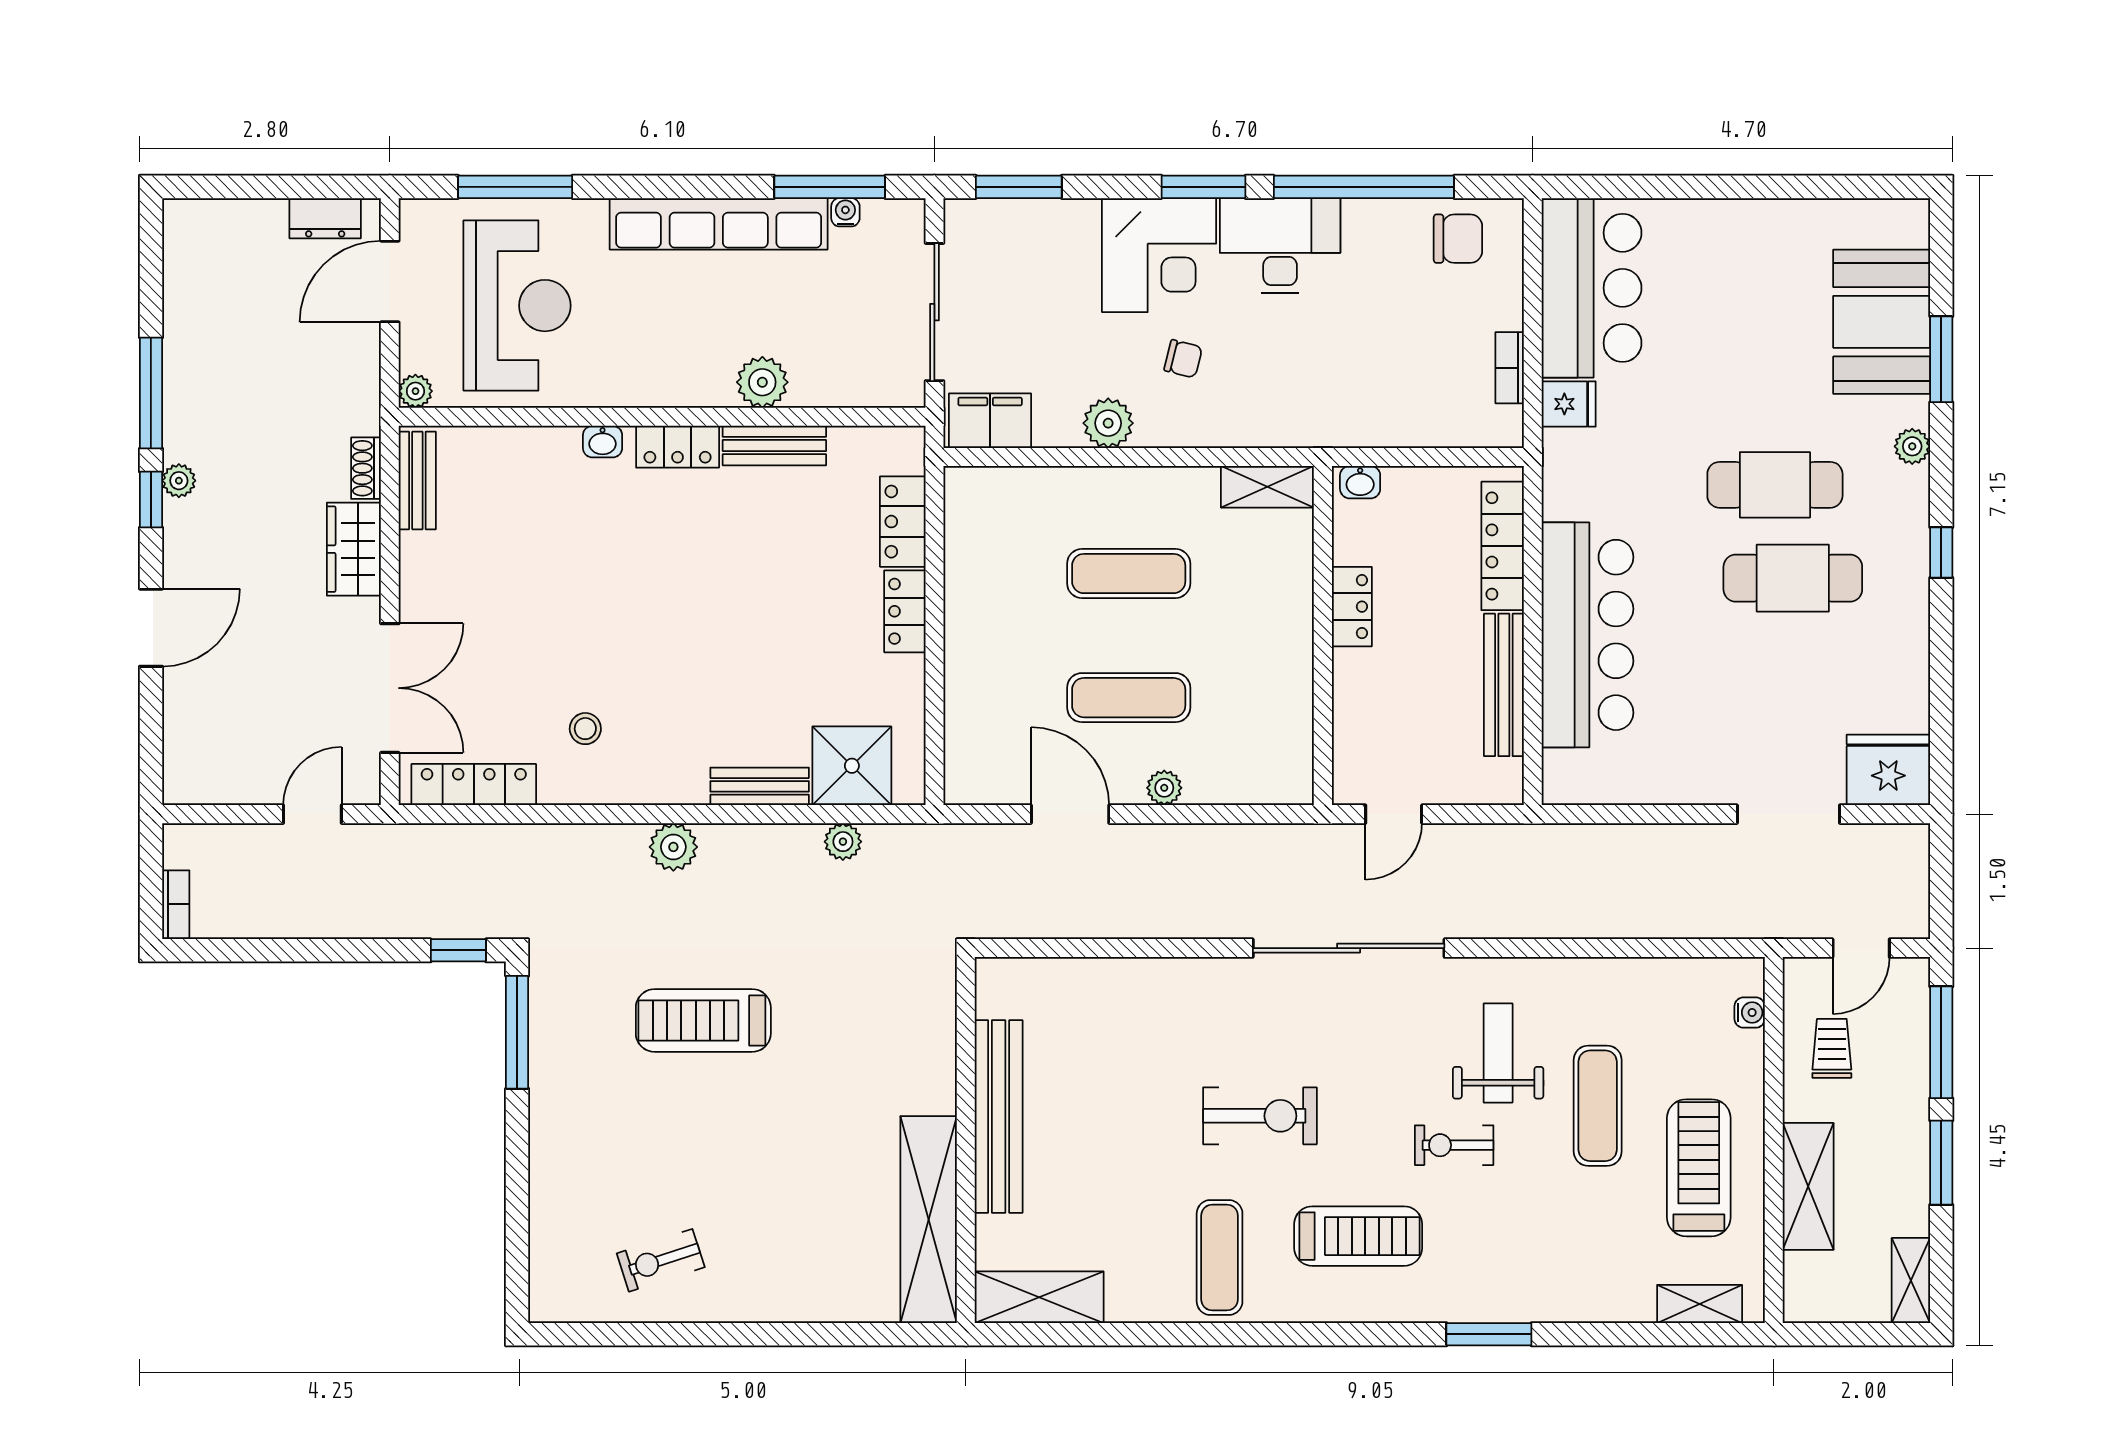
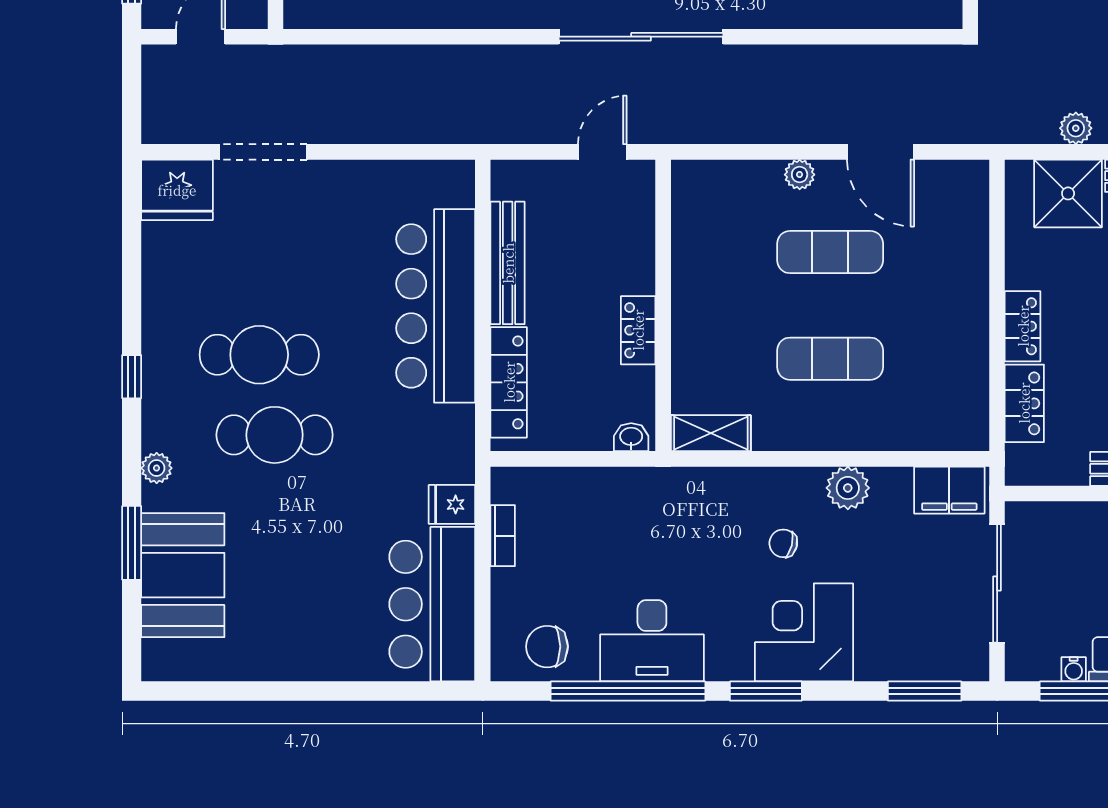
desk: (1280, 245) -> (652, 641), moved

